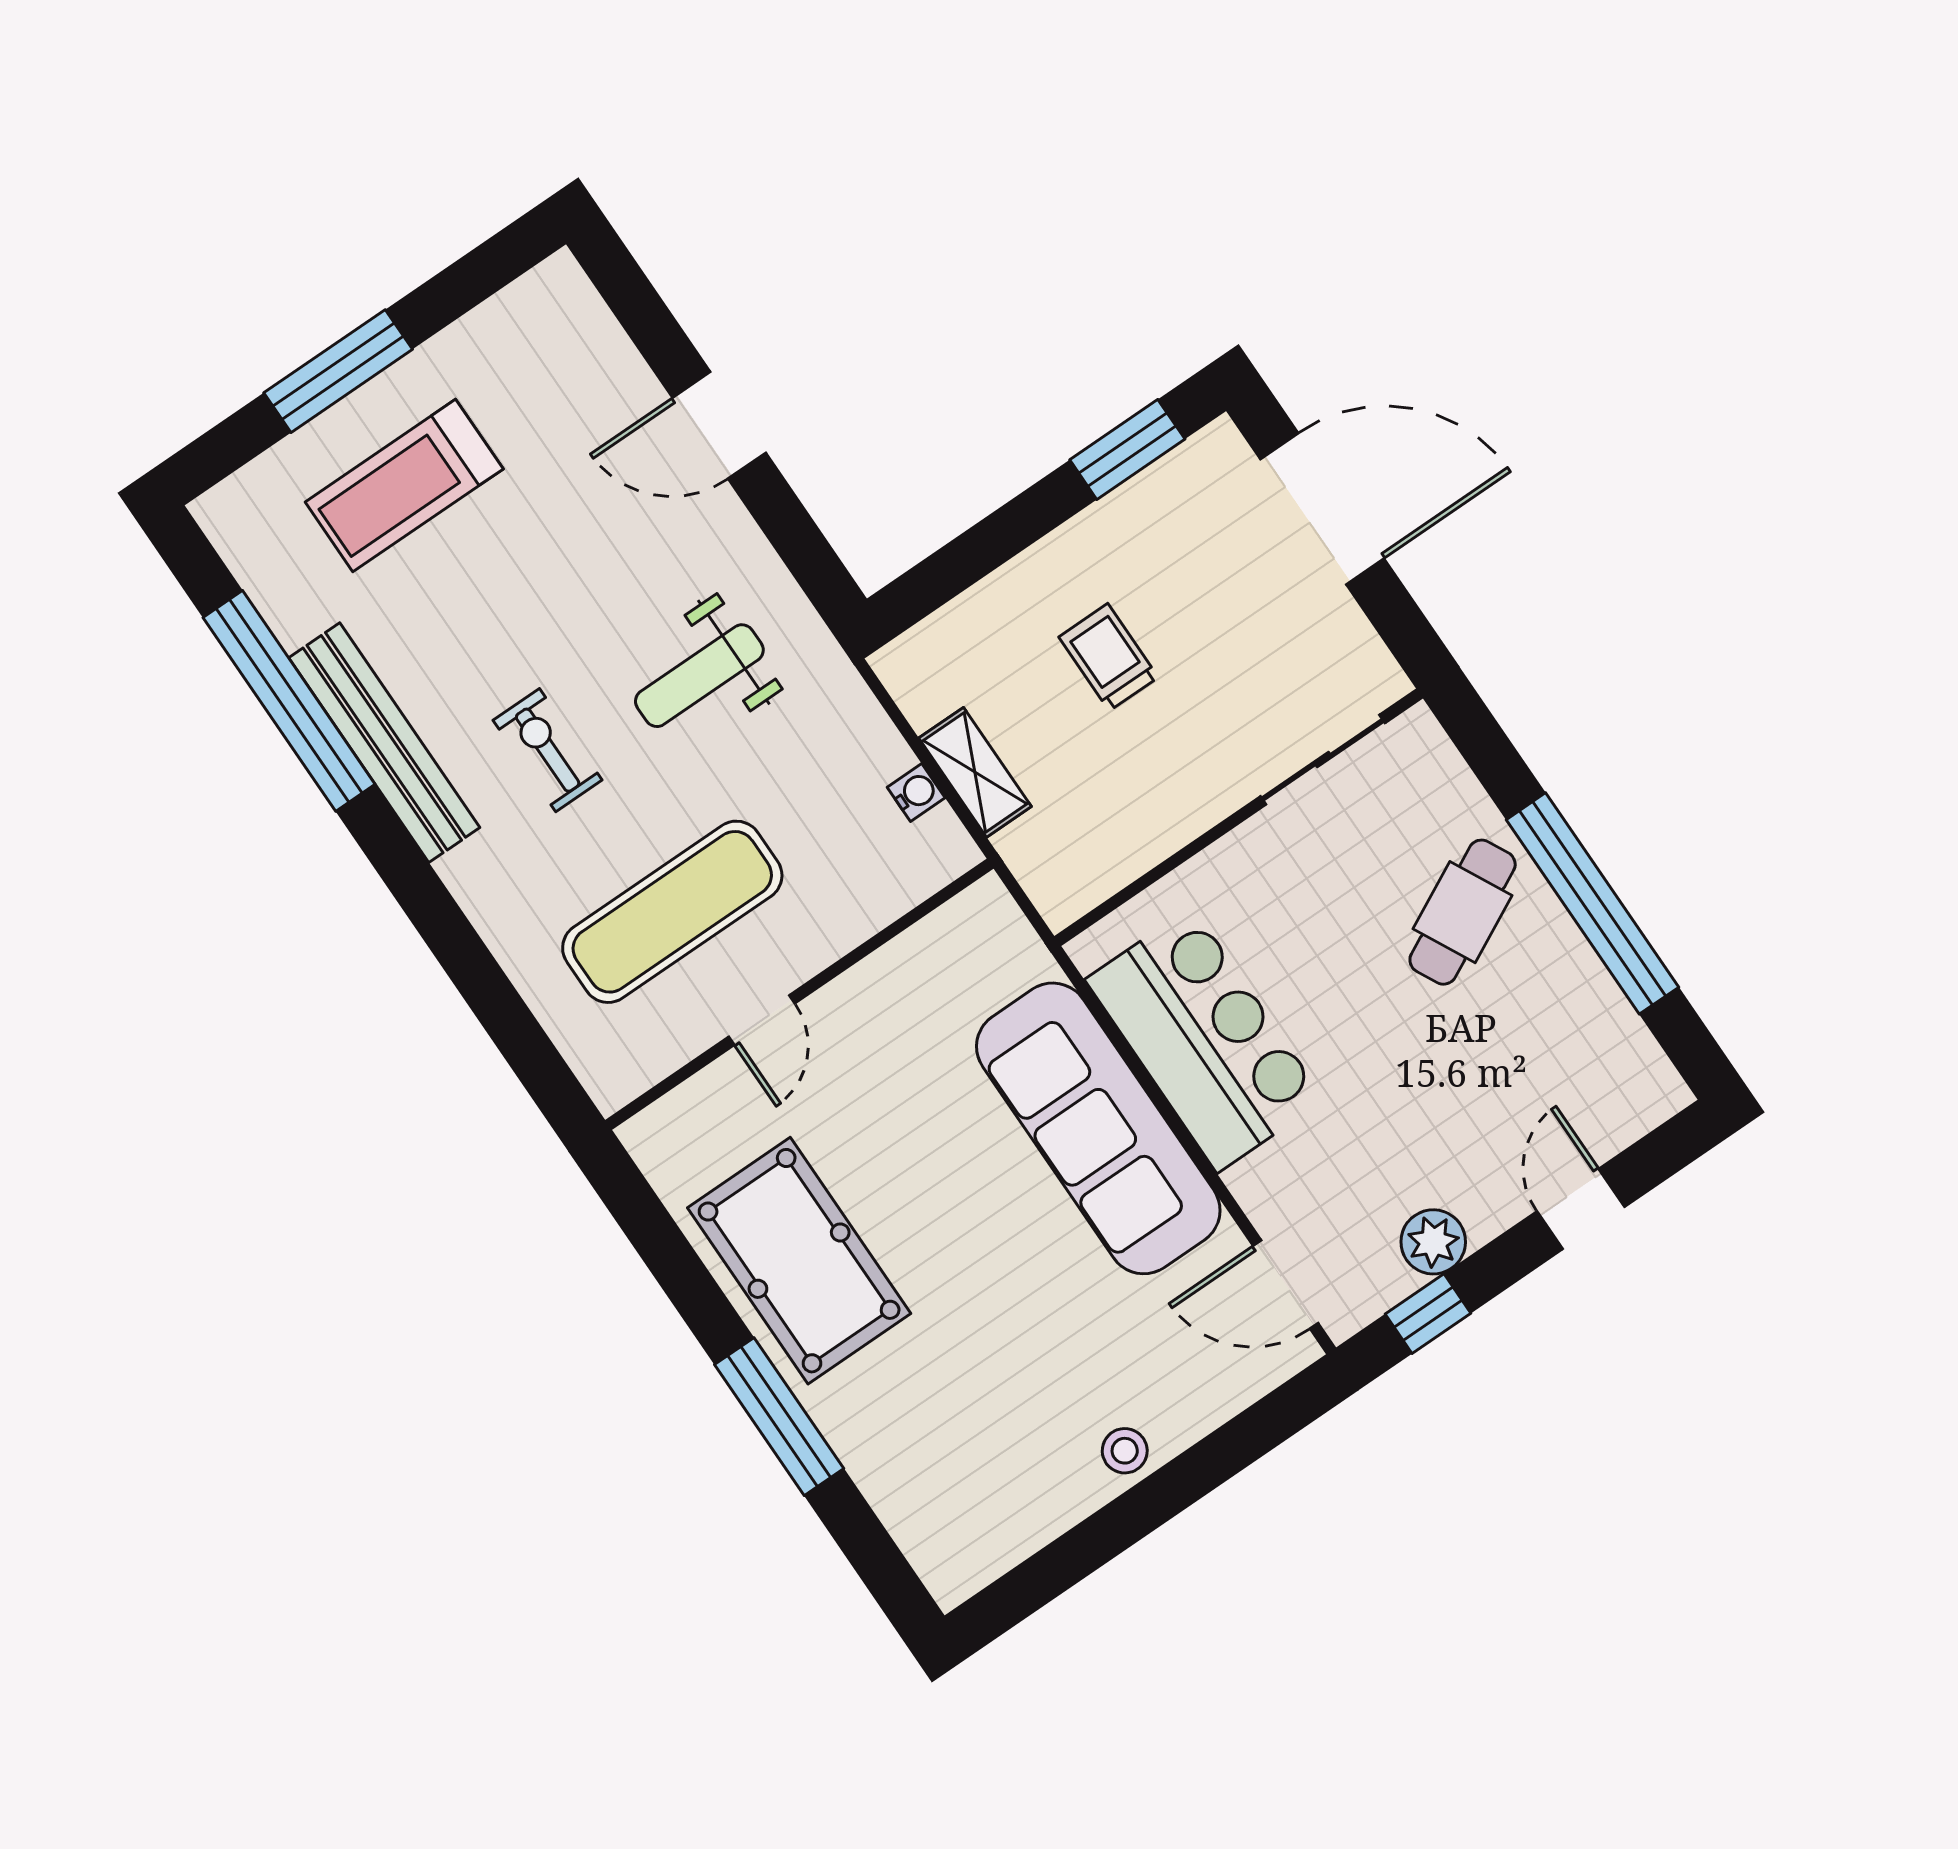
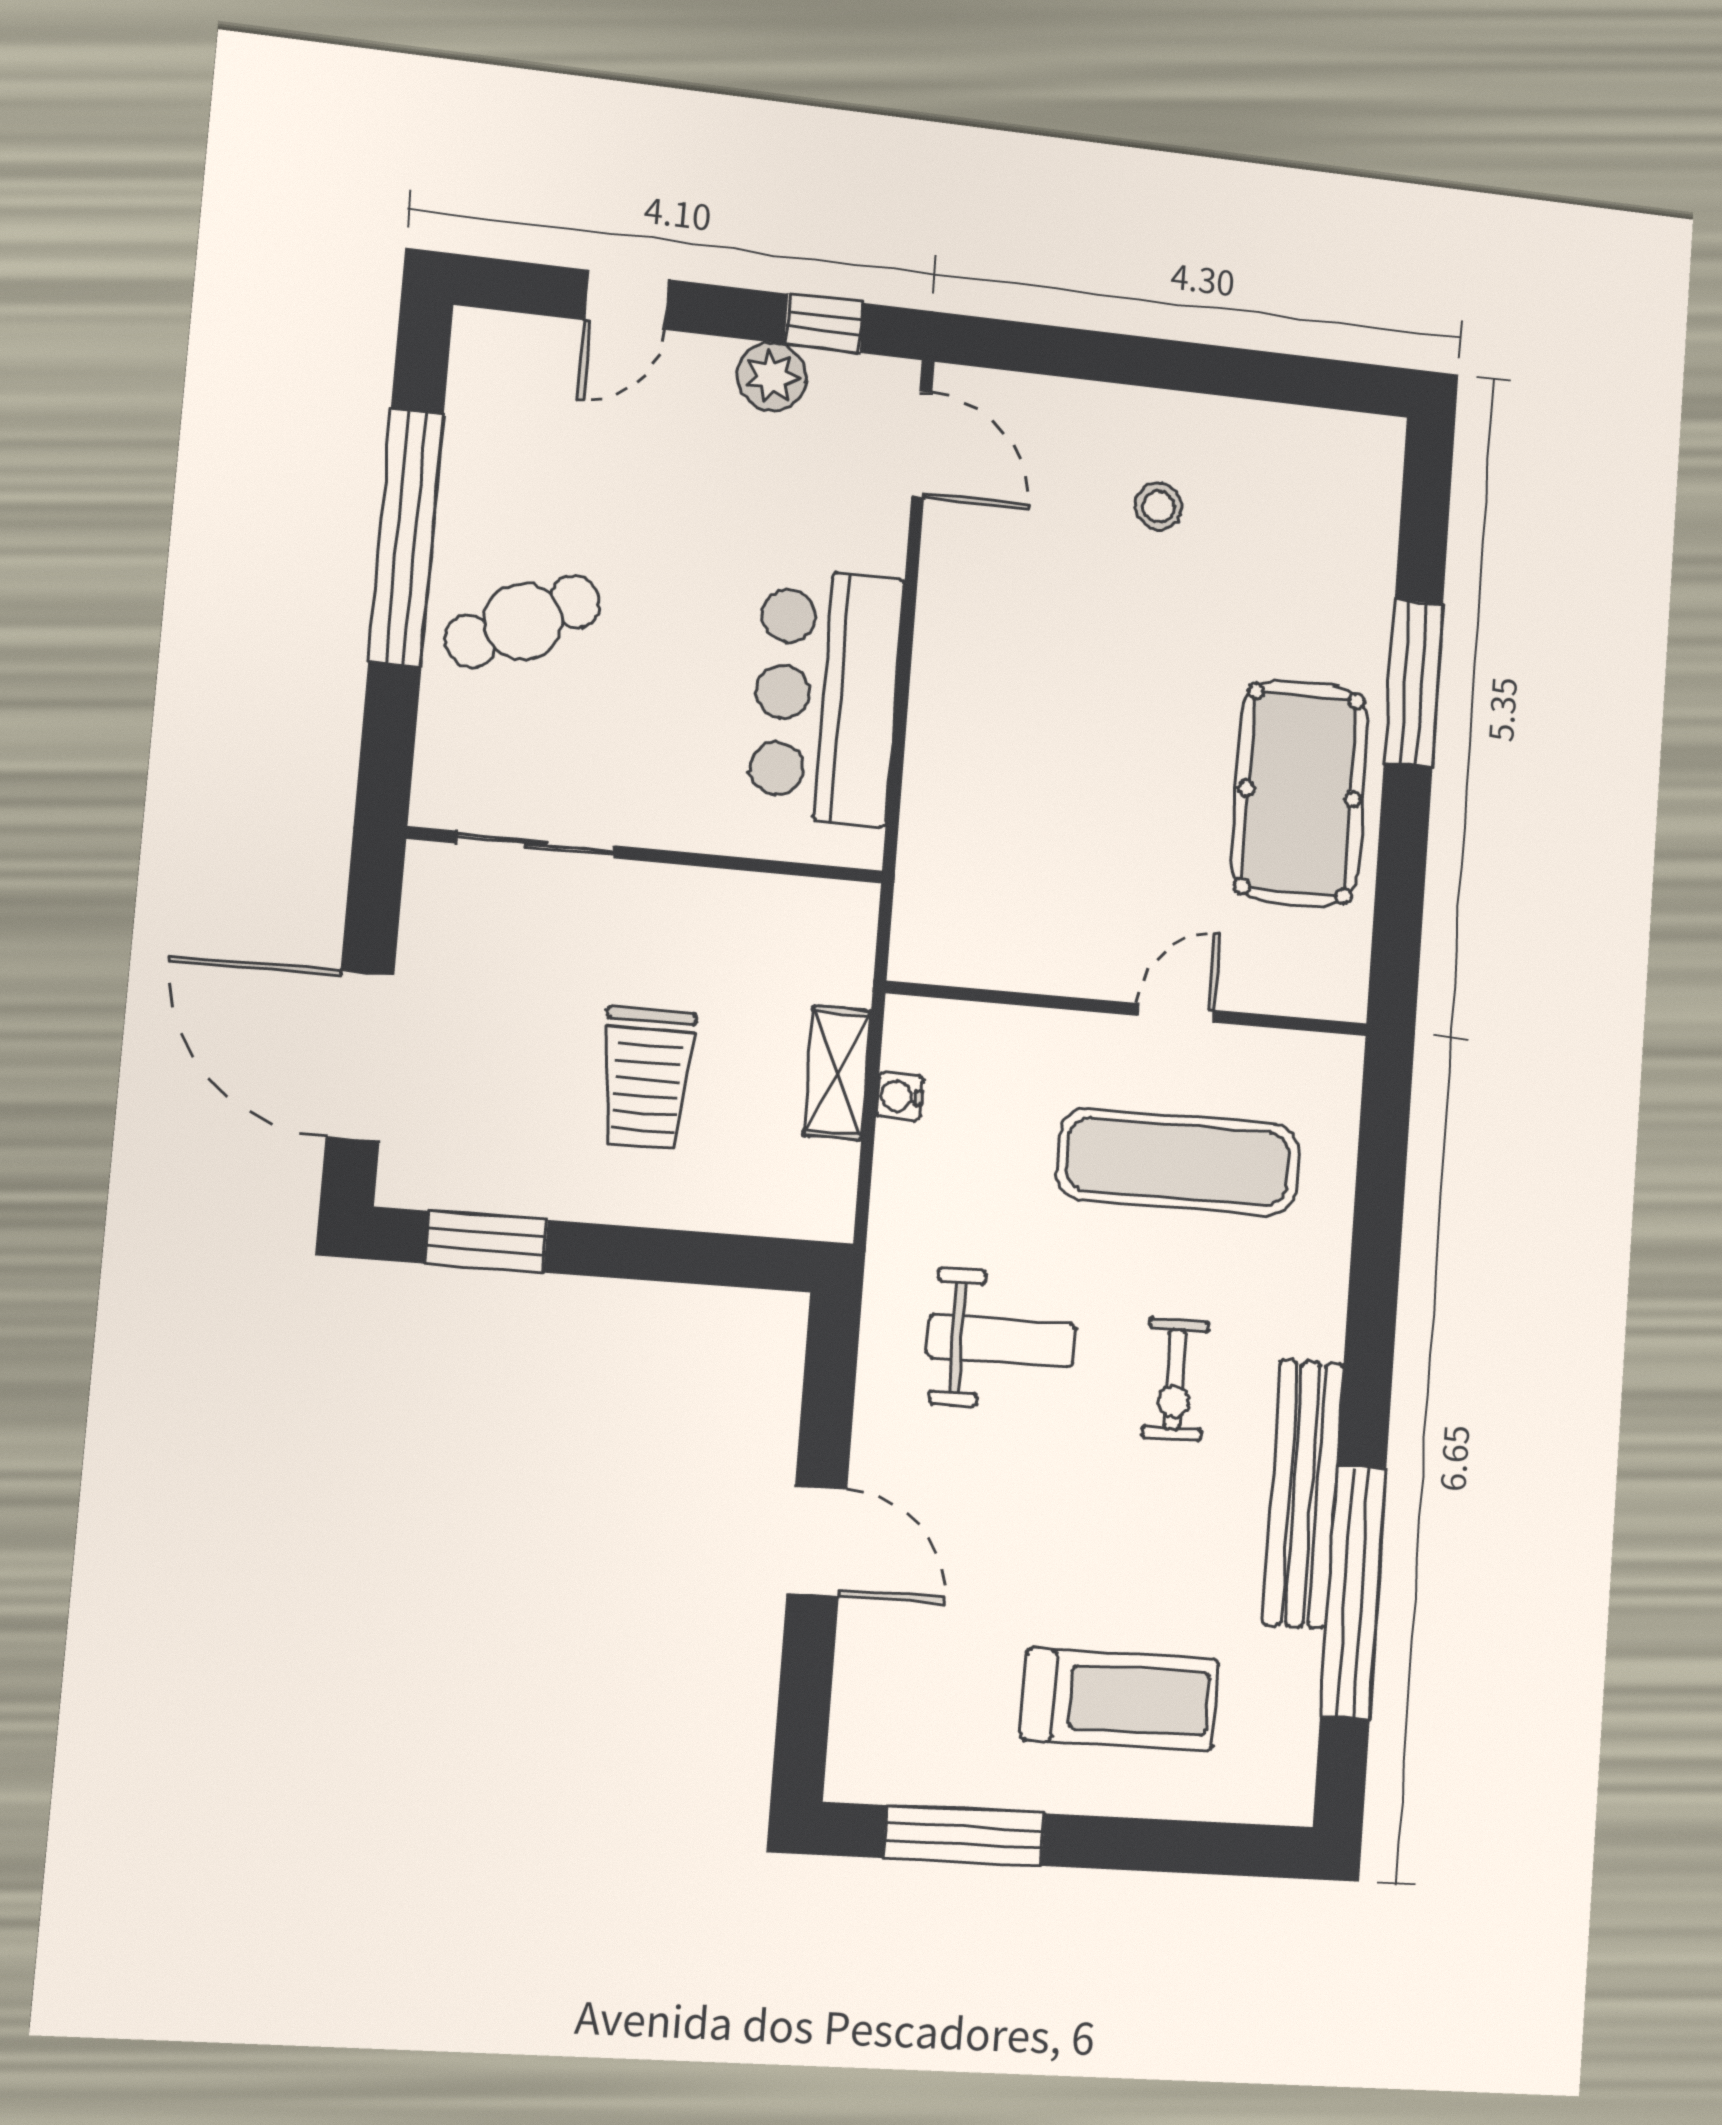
window: (338, 371) -> (964, 1836), moved
trolley: (1109, 657) -> (647, 1078), width x1.36, depth x1.39
sofa: (1098, 1128) -> (972, 697), removed
stool: (1125, 1451) -> (1159, 506), moved

